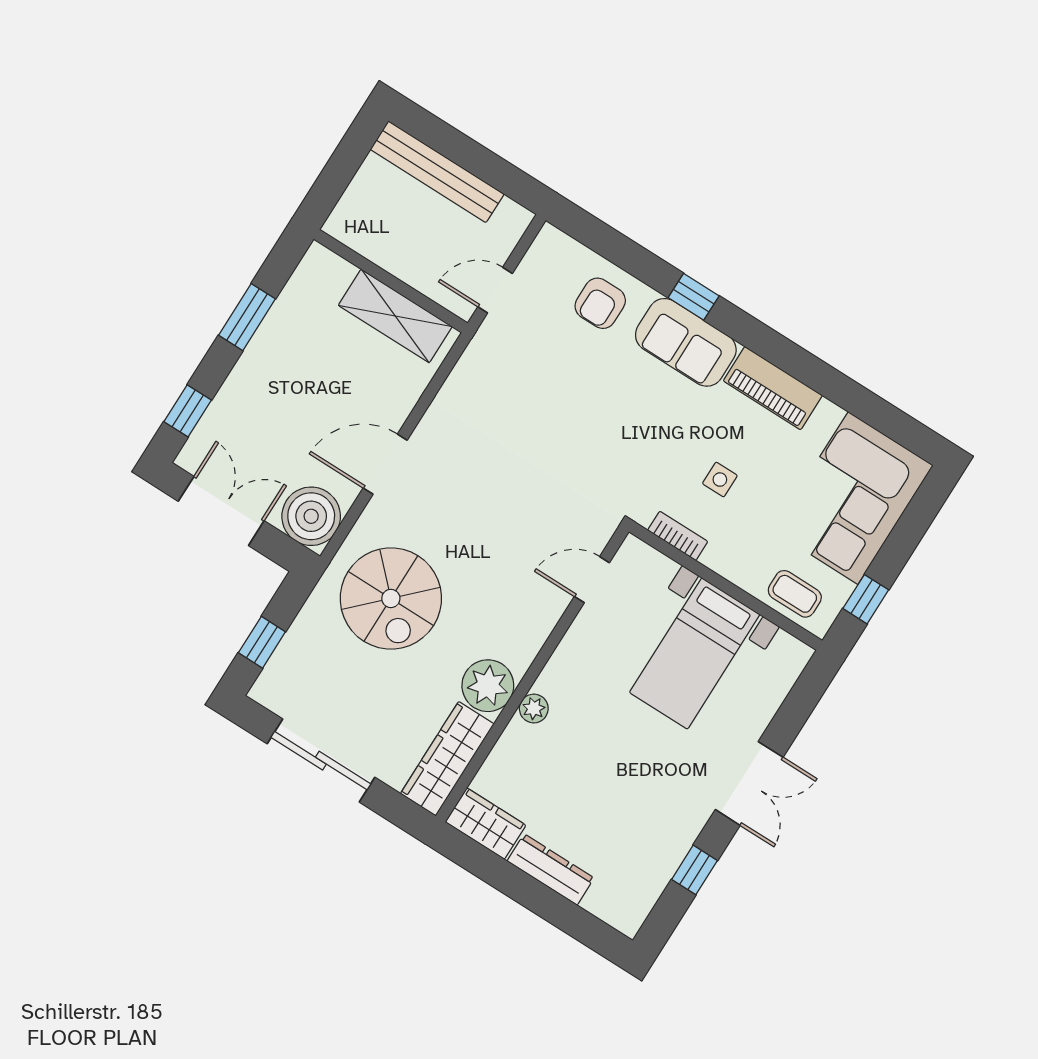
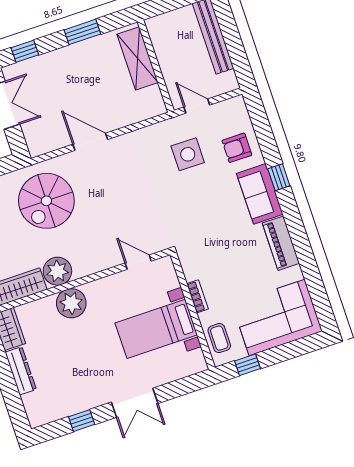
shelving: (395, 316) -> (138, 58), moved
side table: (720, 480) -> (188, 154), moved, width x1.87, depth x1.87
boiler: (311, 516) -> (41, 138), removed
bookcase: (678, 536) -> (197, 296), moved
plant: (534, 709) -> (71, 303), width x1.88, depth x1.88

